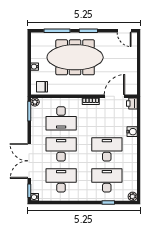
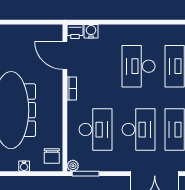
water cooler: (132, 132) -> (91, 31), moved
desk: (61, 149) -> (139, 130), turned 180

